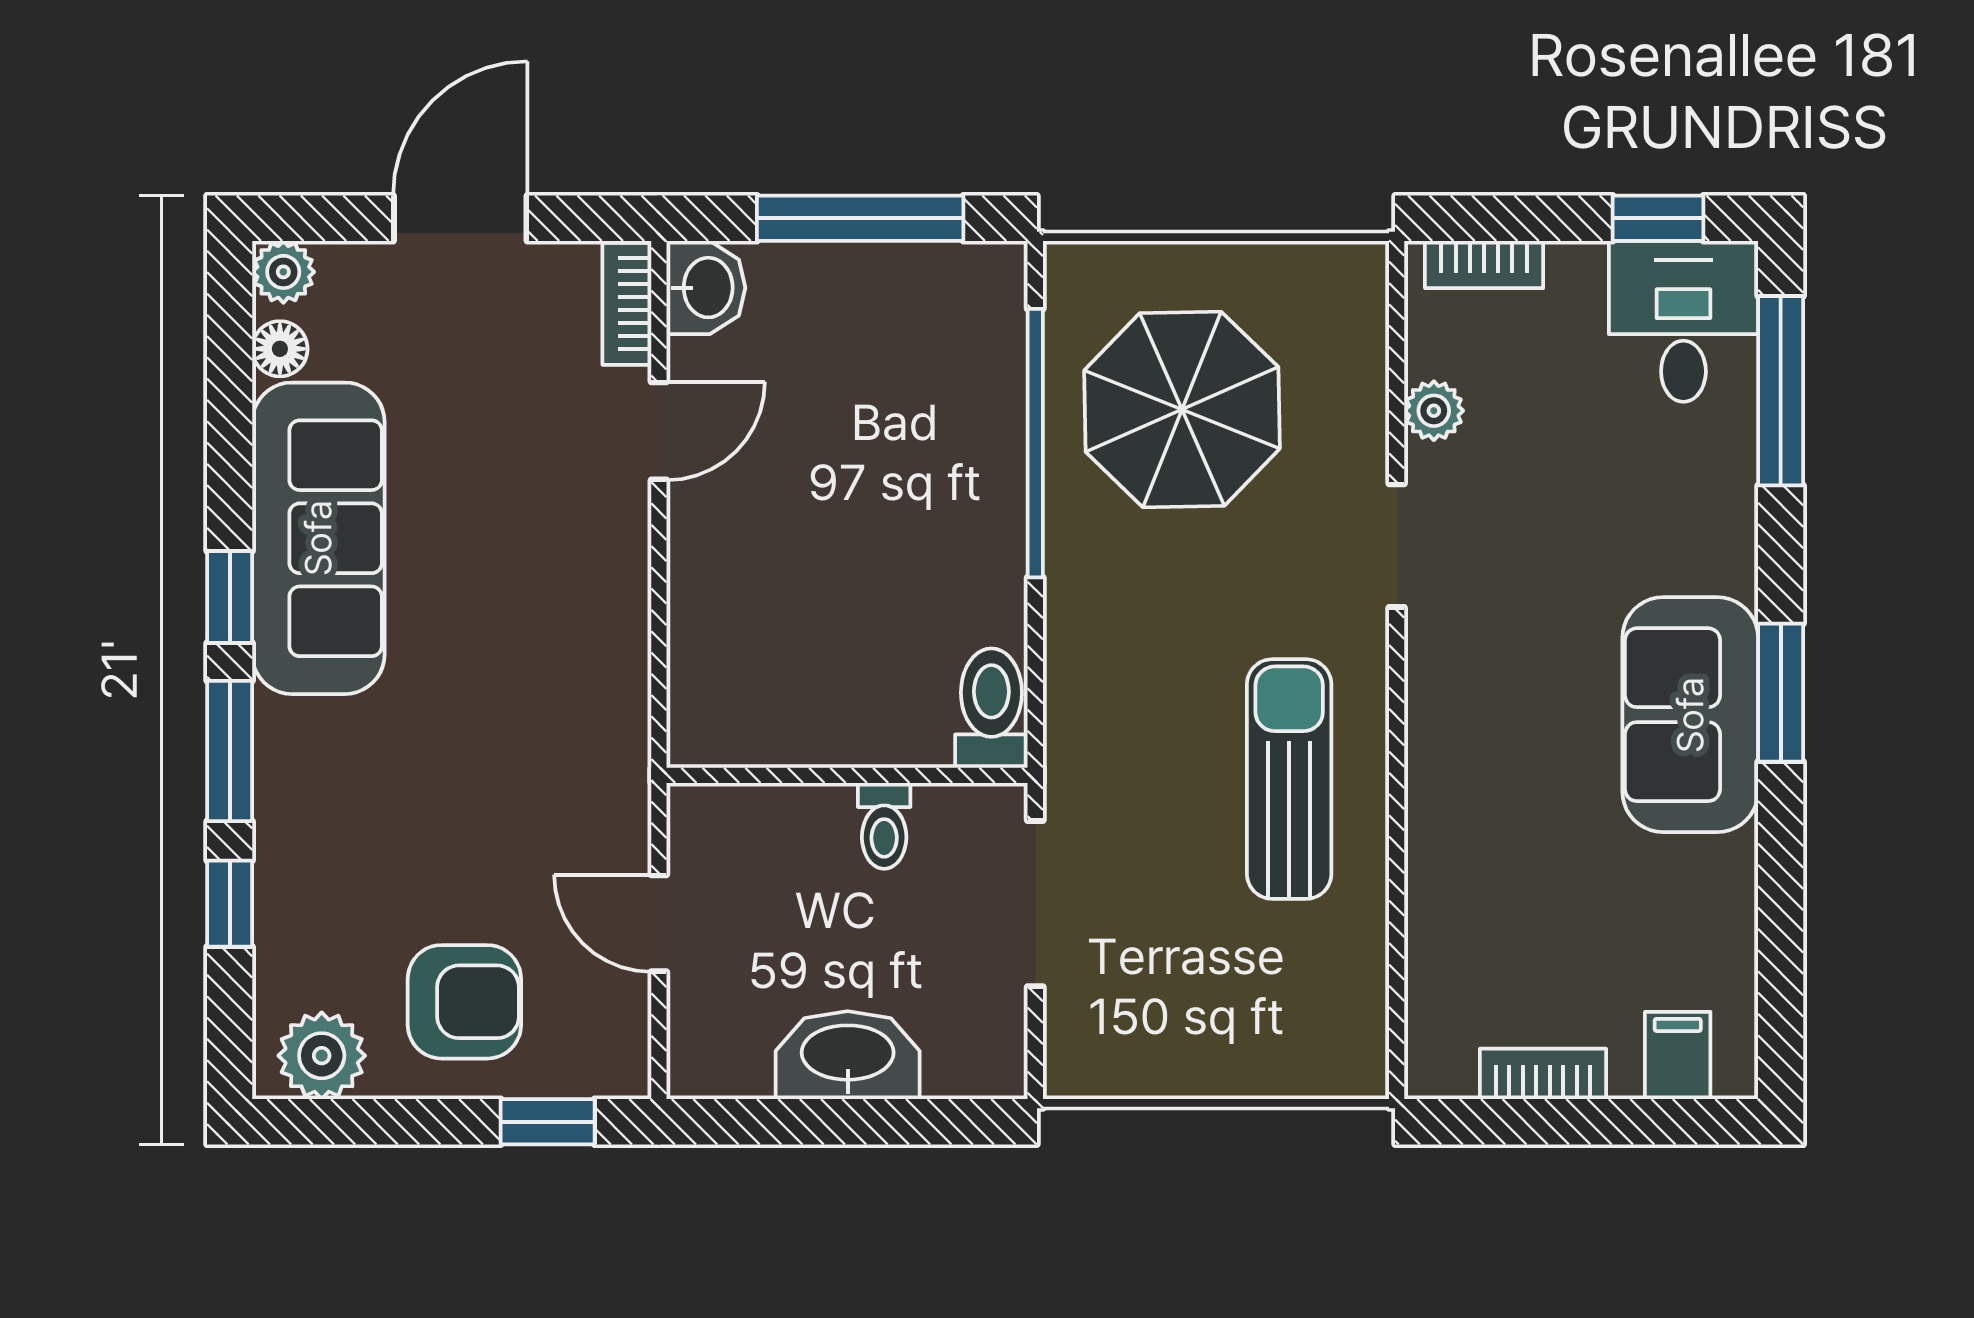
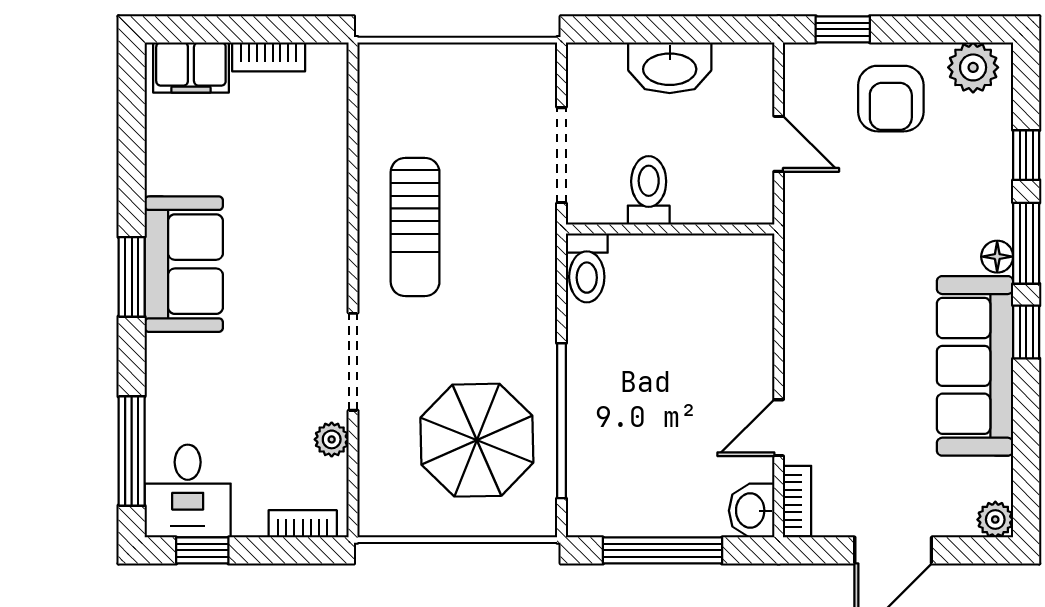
floor lamp: (280, 349) -> (997, 257), moved
doorway: (1397, 546) -> (353, 362), width x1.38
toilet: (884, 826) -> (649, 190), width x1.37, depth x1.39
armchair: (464, 1002) -> (891, 99), turned -90
filing cabinet: (1678, 1055) -> (191, 68), width x2.00

